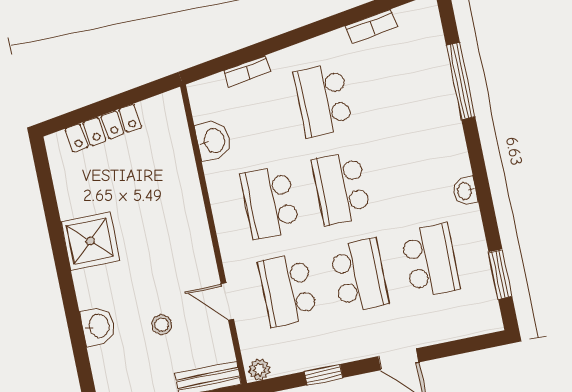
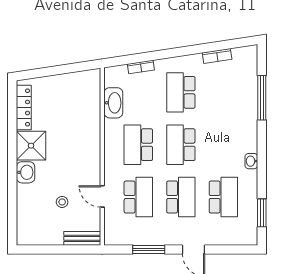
locker: (103, 128) -> (24, 107), moved, turned -81
washbasin: (213, 141) -> (113, 103), width x1.38
school desk: (288, 290) -> (138, 197), turned 180
washbasin: (98, 326) -> (26, 172), moved
plant: (259, 370) -> (113, 239), removed
window: (324, 375) -> (149, 250), width x1.50

